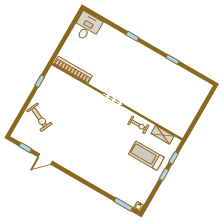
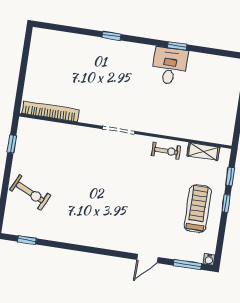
desk: (87, 27) -> (170, 66), moved
treadmill: (146, 156) -> (198, 209), moved, turned 90
door: (45, 159) -> (147, 258), moved

